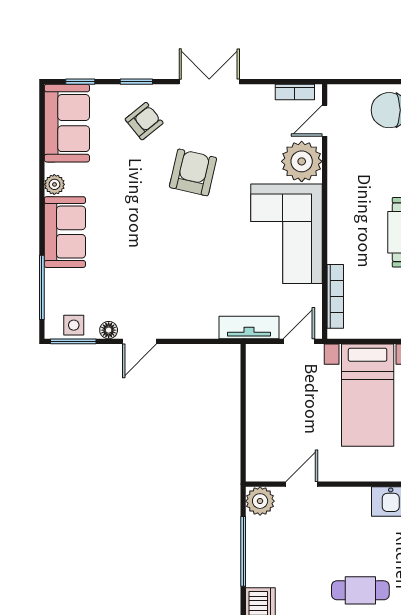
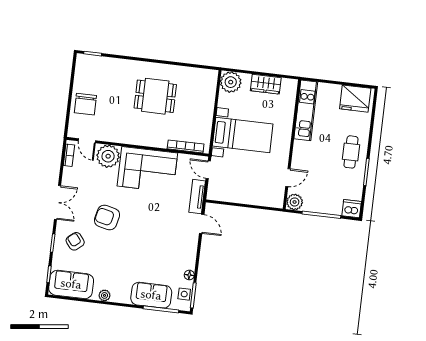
double door: (209, 82) -> (57, 202), swing flipped
sofa: (65, 232) -> (151, 295), moved
door: (140, 341) -> (202, 224), moved
door: (302, 484) -> (288, 178), swing flipped

